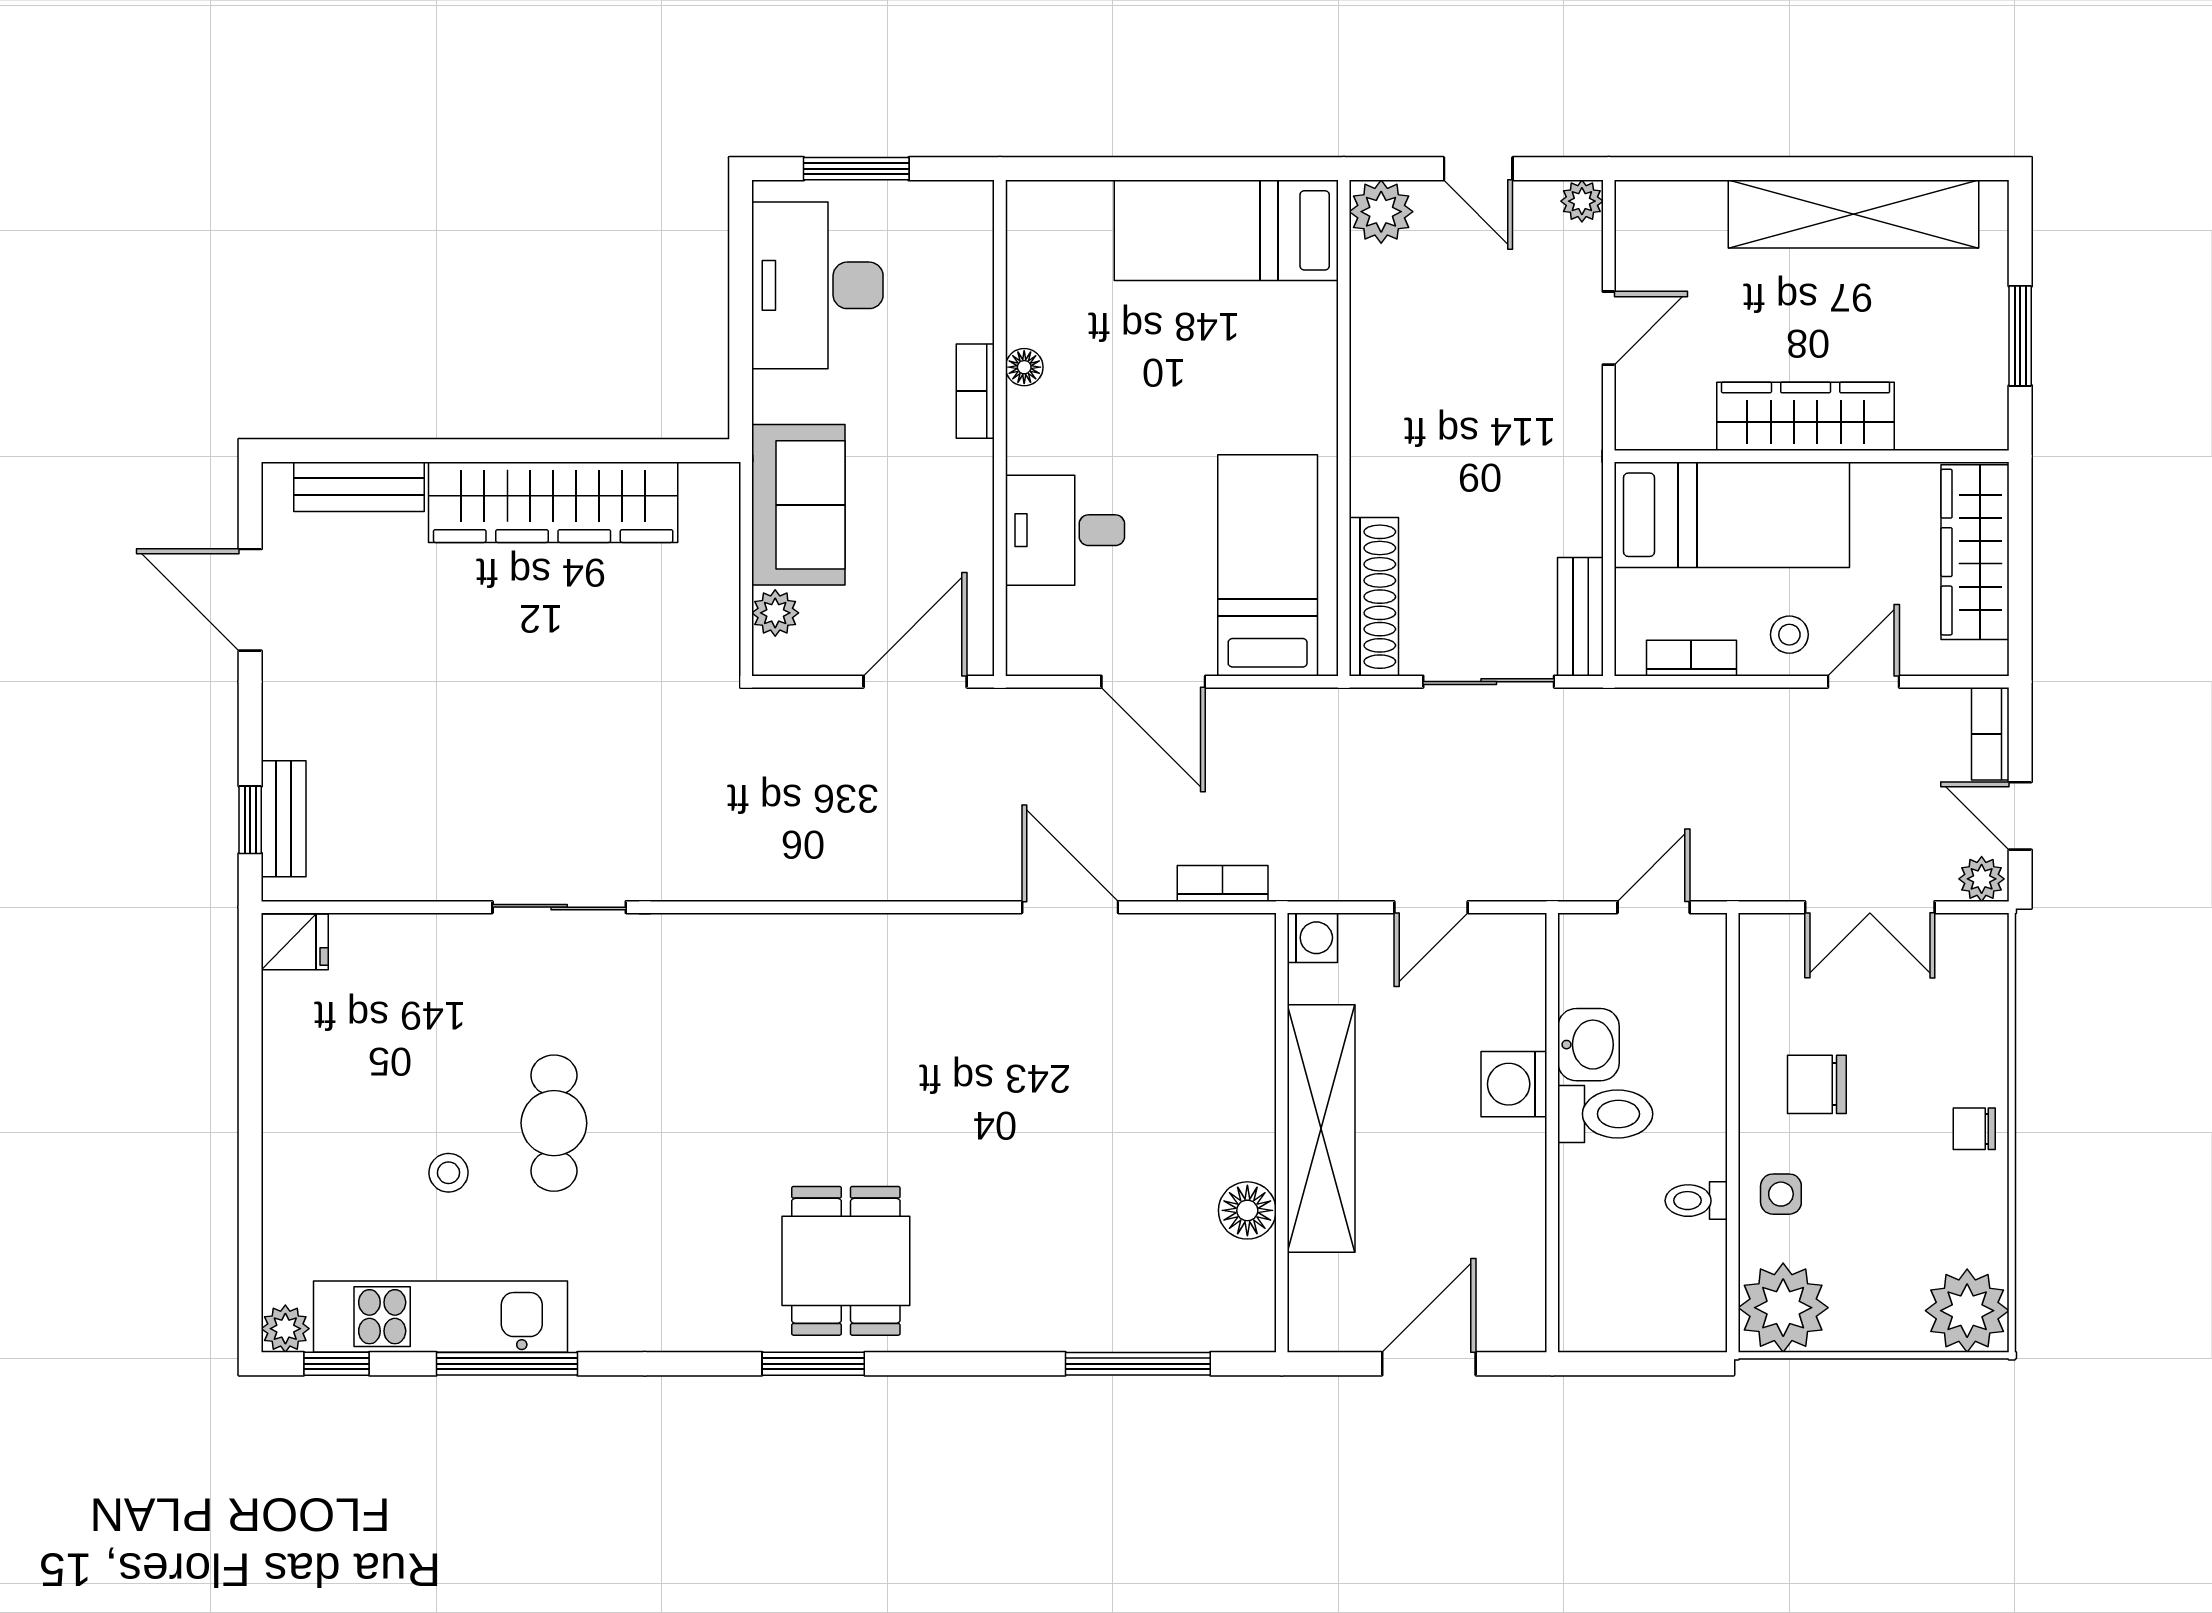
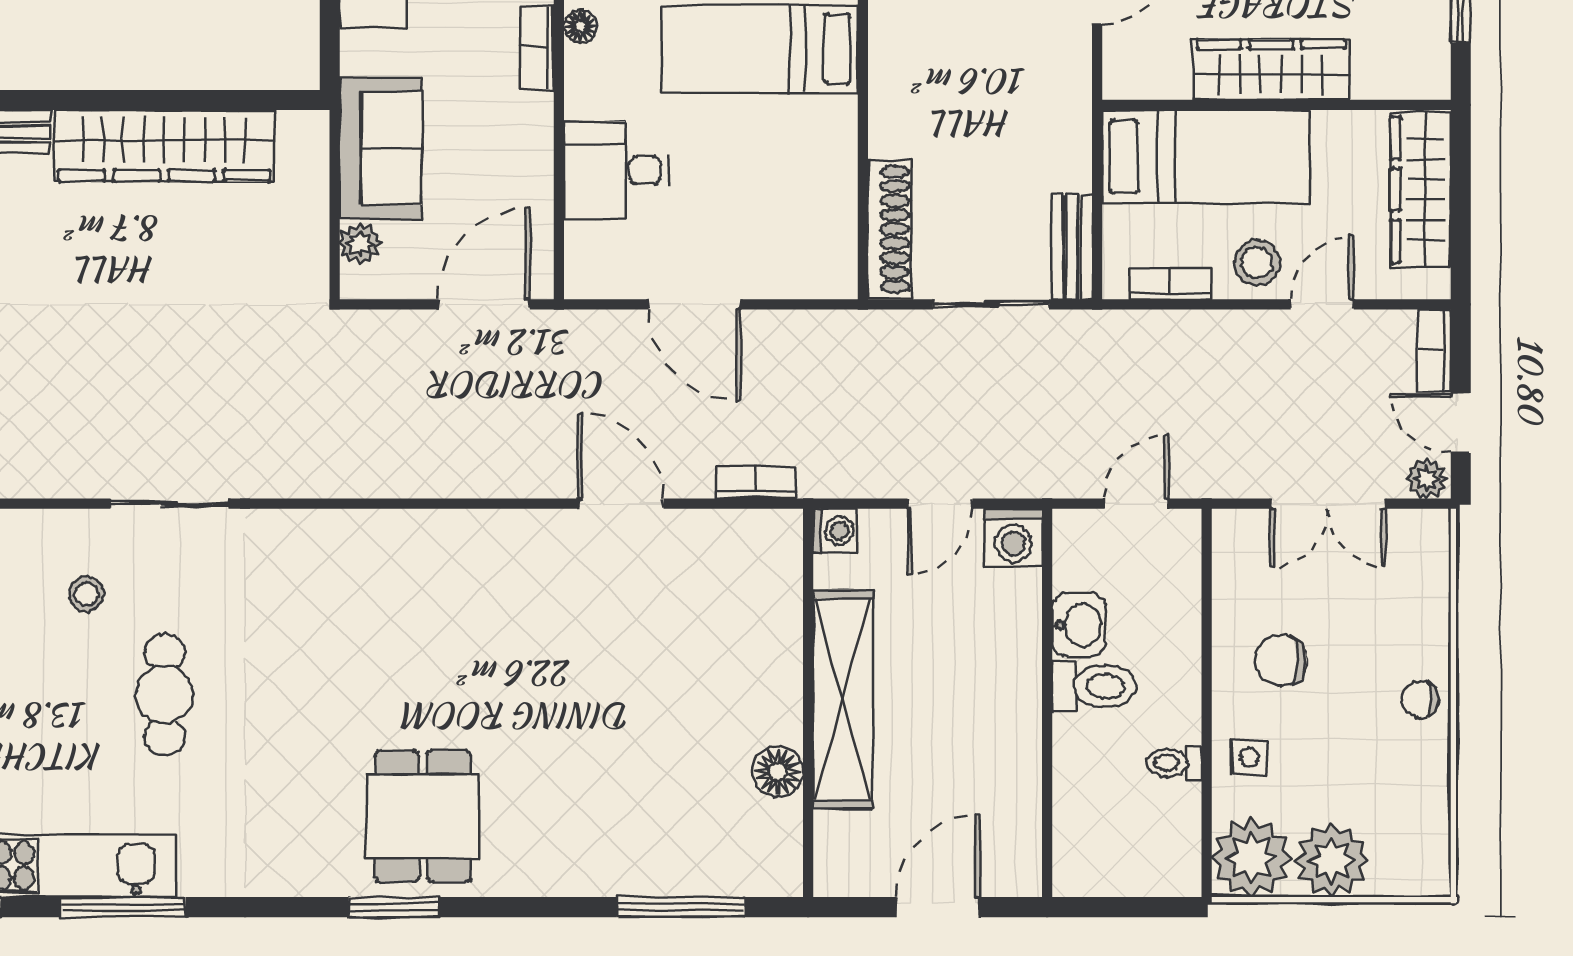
bed: (1268, 565) -> (760, 48), moved, turned -90
stool: (1789, 635) -> (1257, 263), width x1.37, depth x1.37
washing machine: (1514, 1084) -> (1013, 538), moved, turned -90
stool: (449, 1173) -> (86, 594), moved
plant: (1967, 1311) -> (1332, 860), moved

